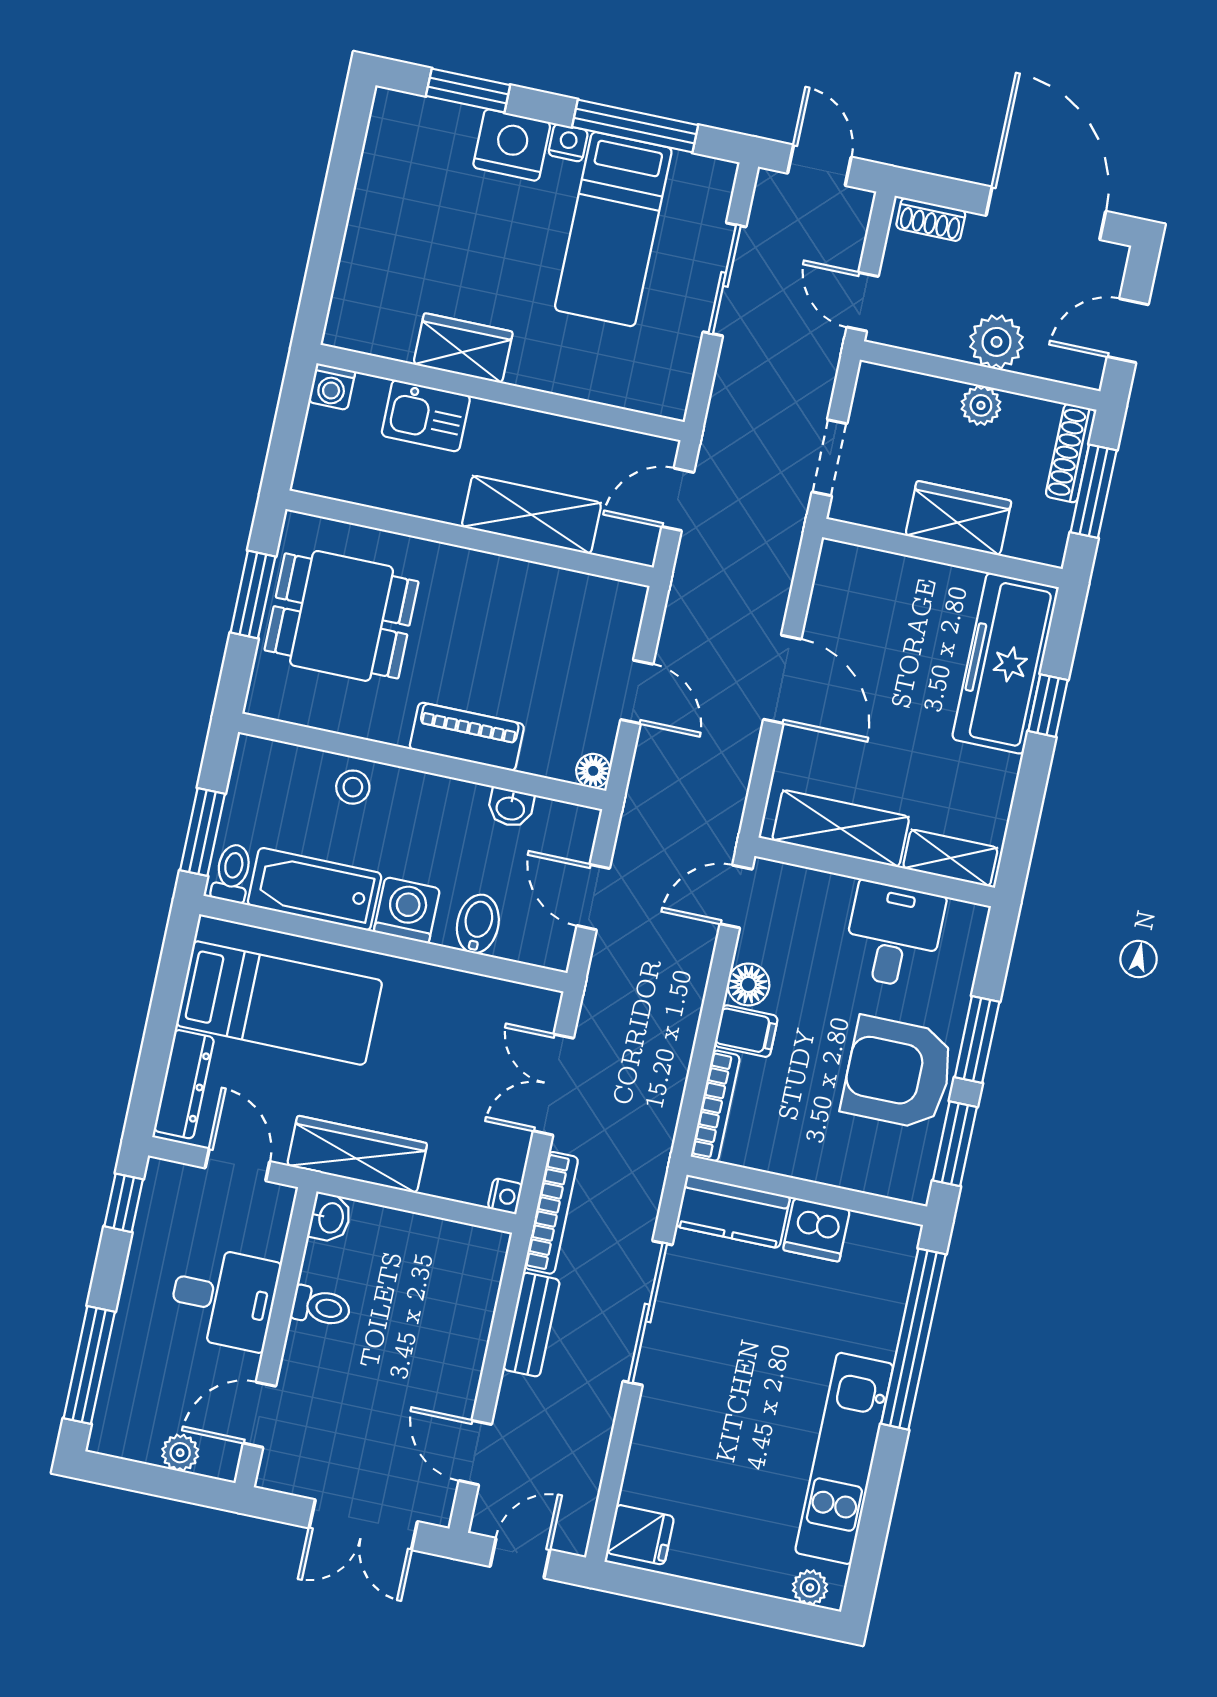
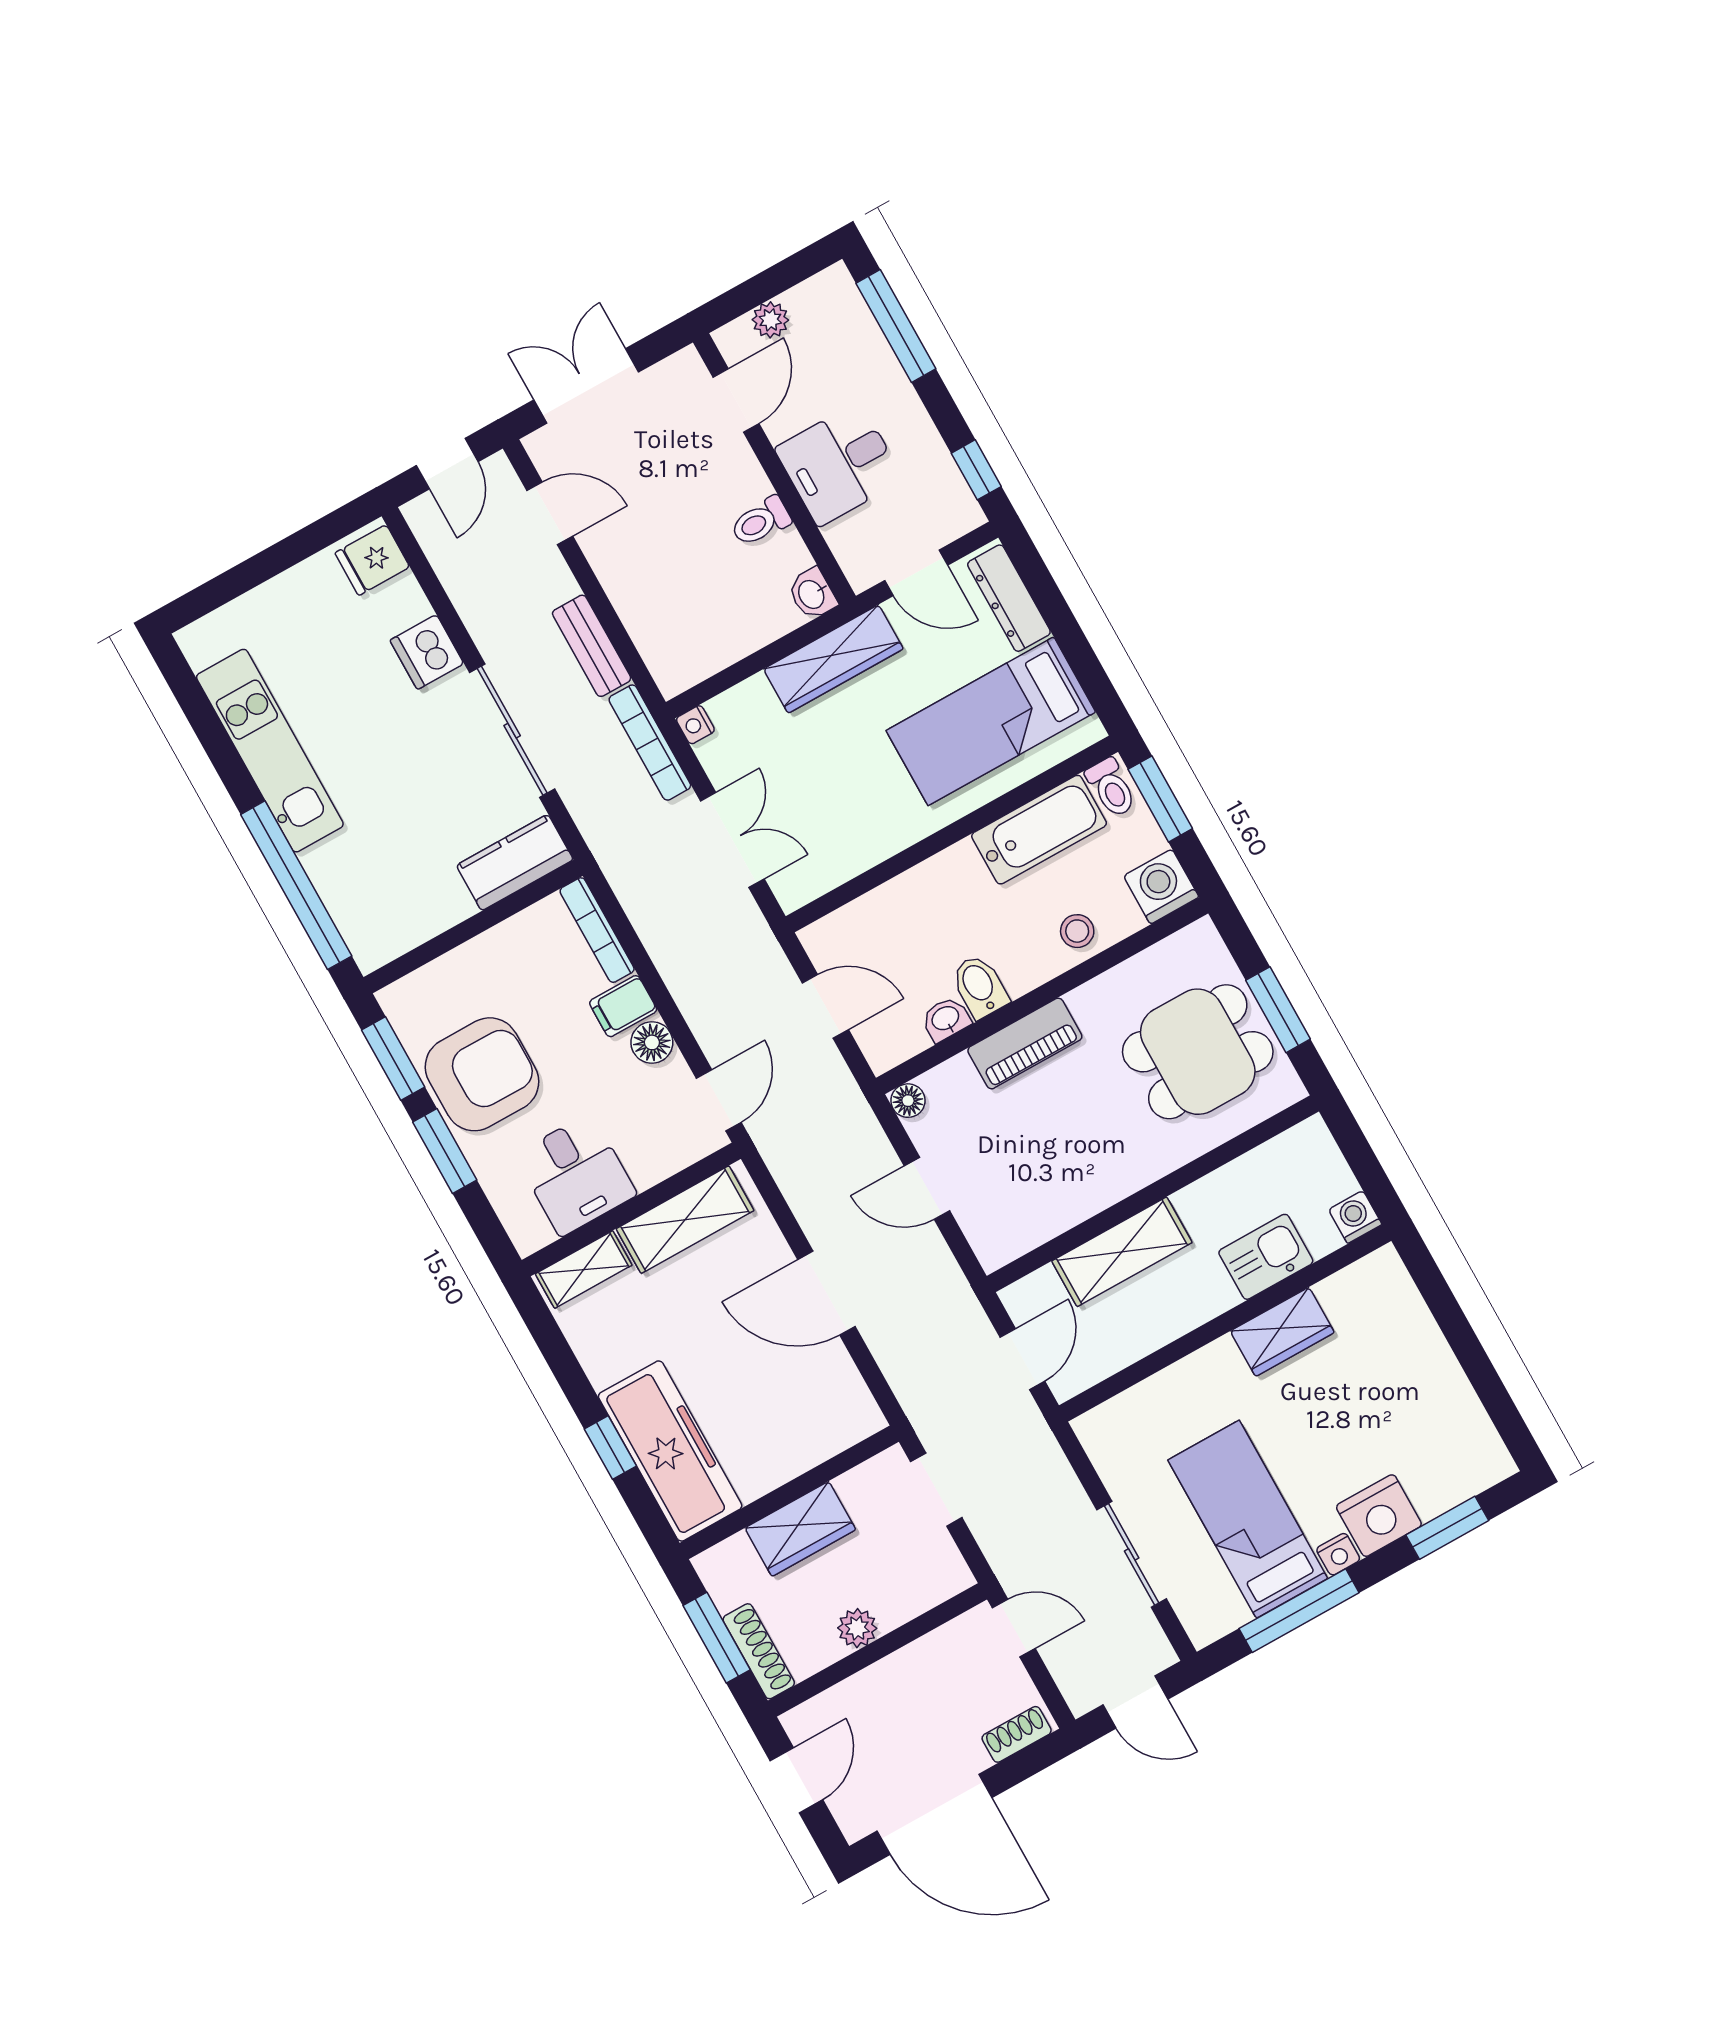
plant: (997, 342) -> (887, 1686), removed
washing machine: (407, 910) -> (1161, 886), moved, turned 180
bidet: (478, 924) -> (980, 986), moved, turned 180
dishwasher: (817, 1230) -> (427, 652), moved, turned -90
plant: (810, 1587) -> (211, 632), removed

